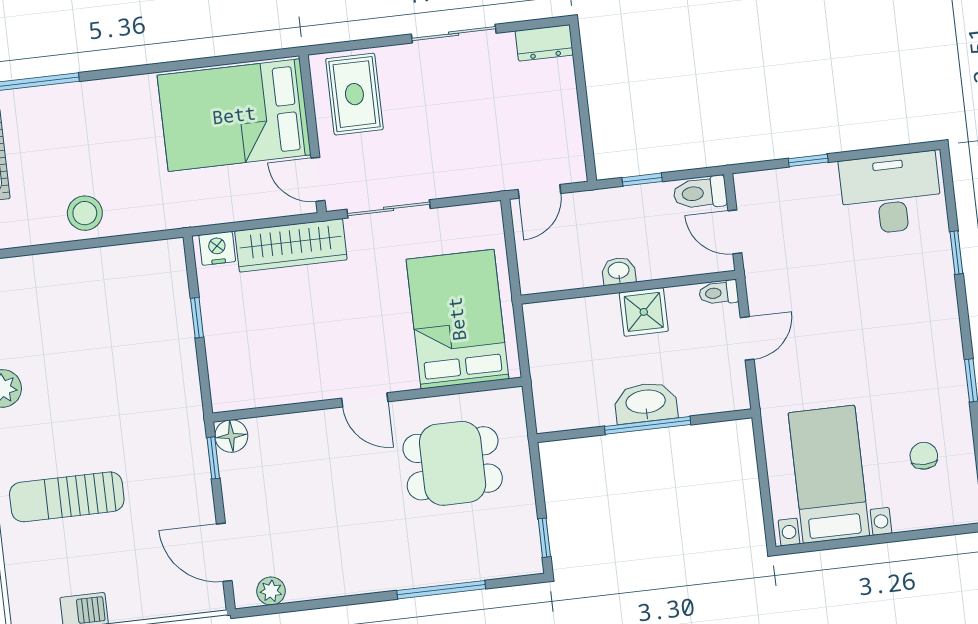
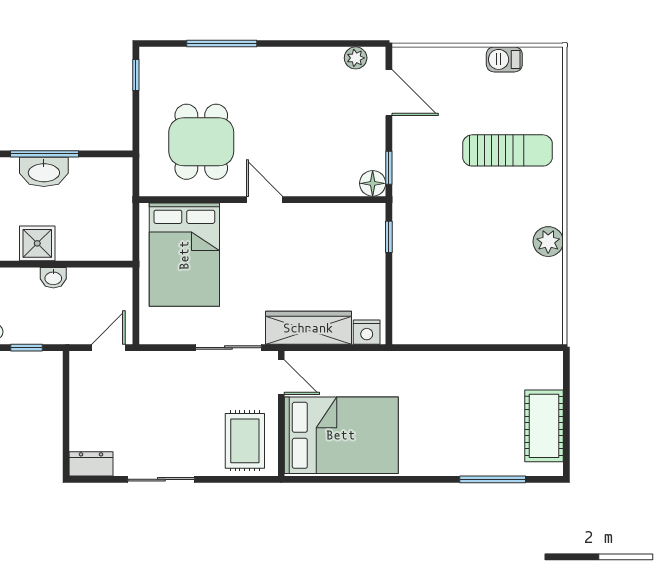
stool: (85, 213) -> (468, 372), removed
window: (197, 318) -> (389, 237), moved
dining table: (453, 463) -> (201, 142), turned 90

